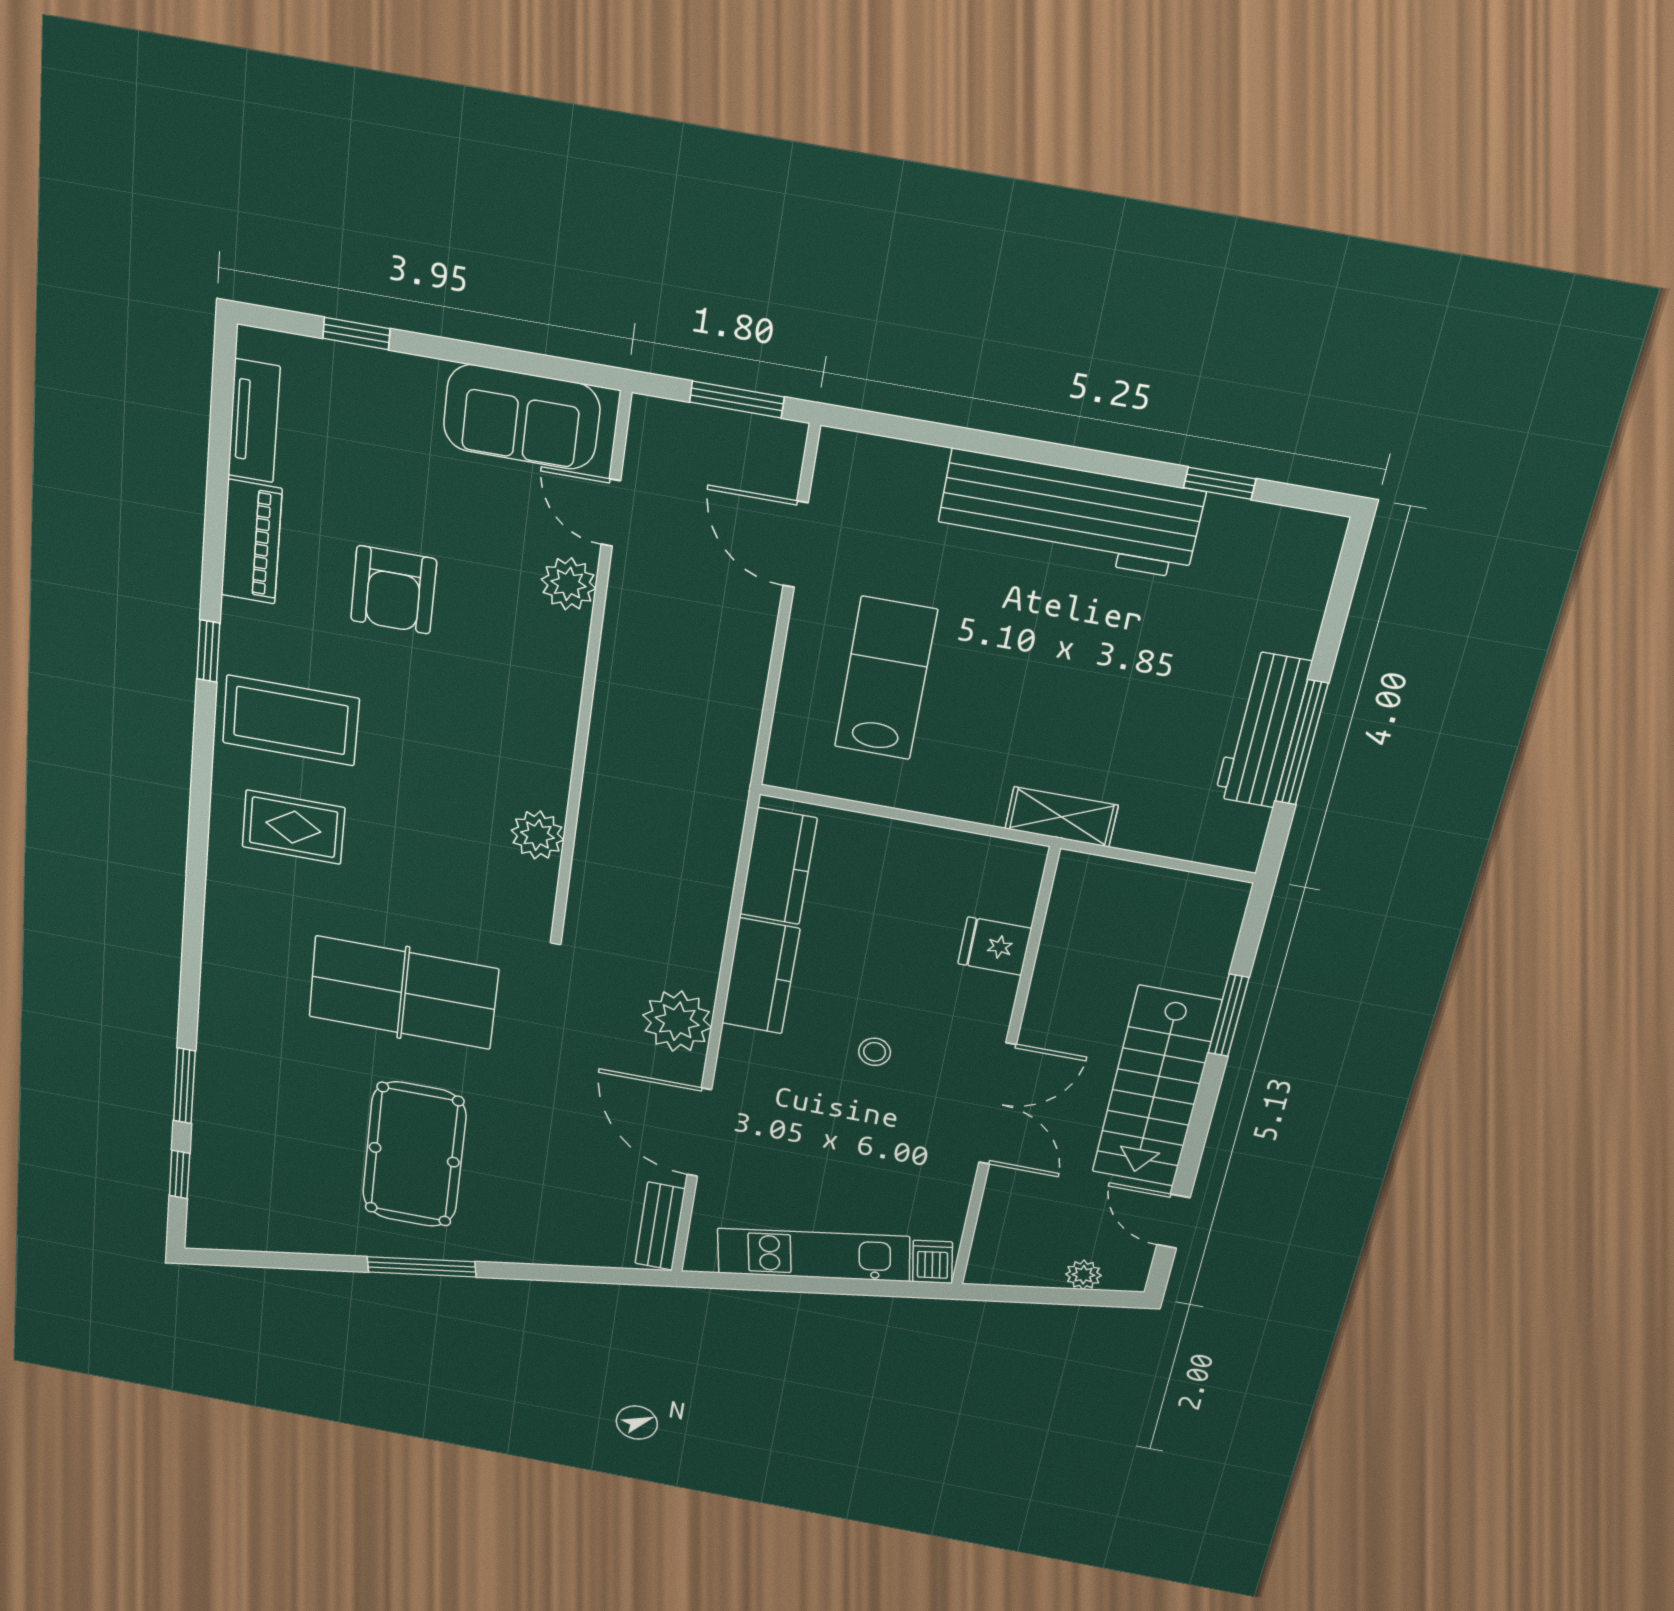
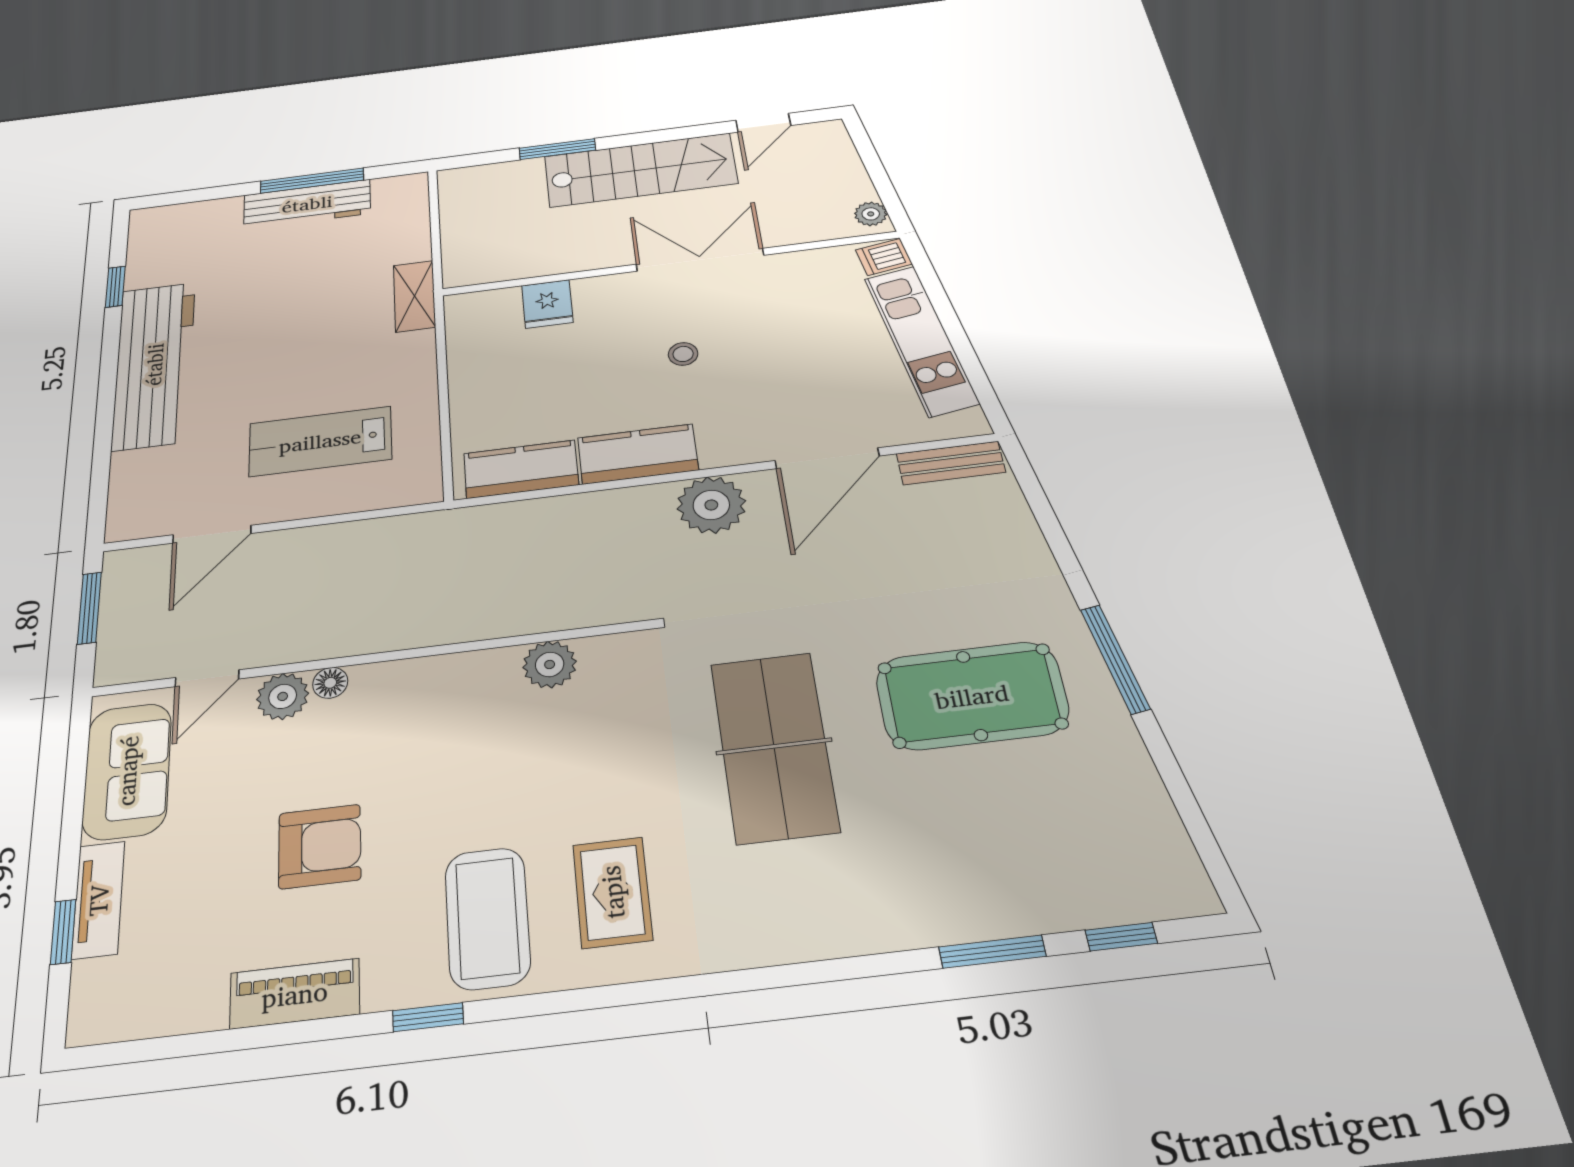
tv unit: (254, 421) -> (98, 900), moved, turned 90
floor lamp: (572, 632) -> (330, 683), added
plant: (1083, 1275) -> (871, 214), moved

